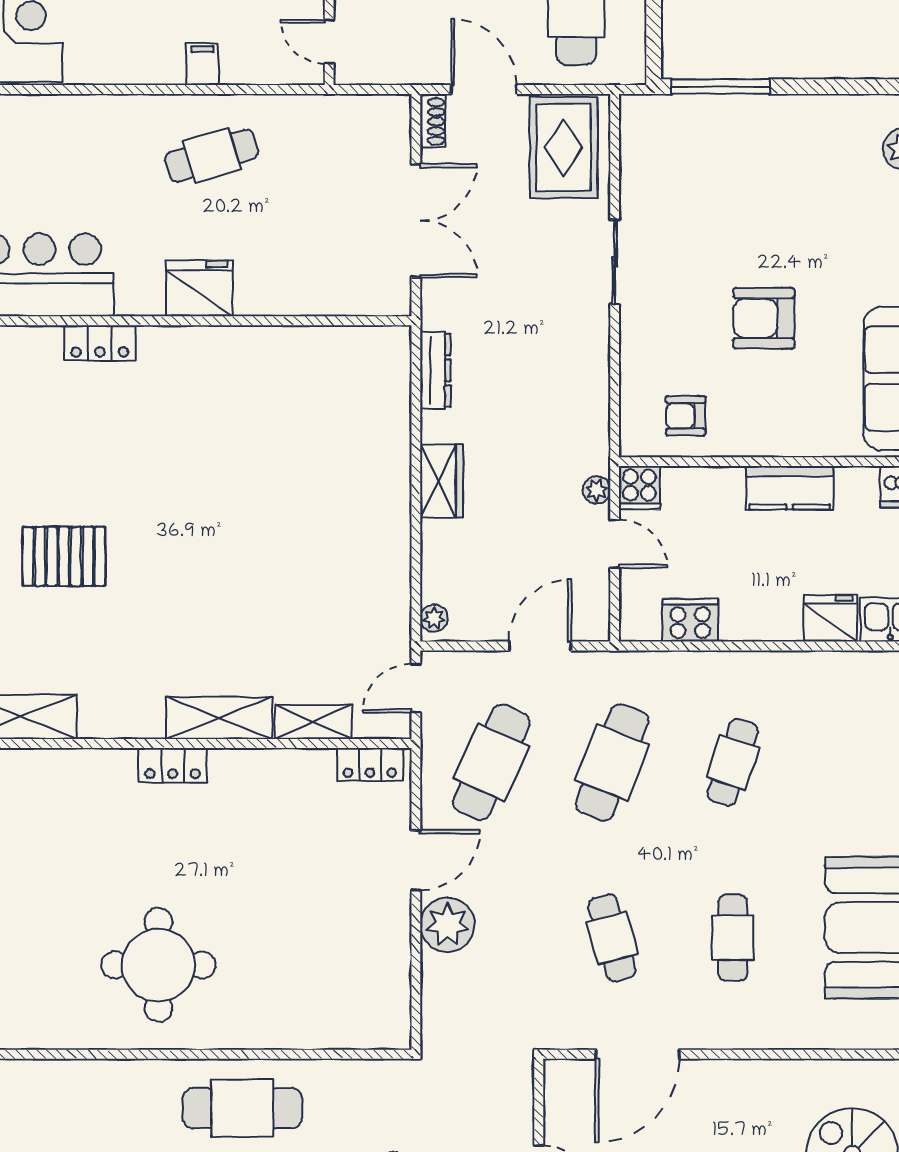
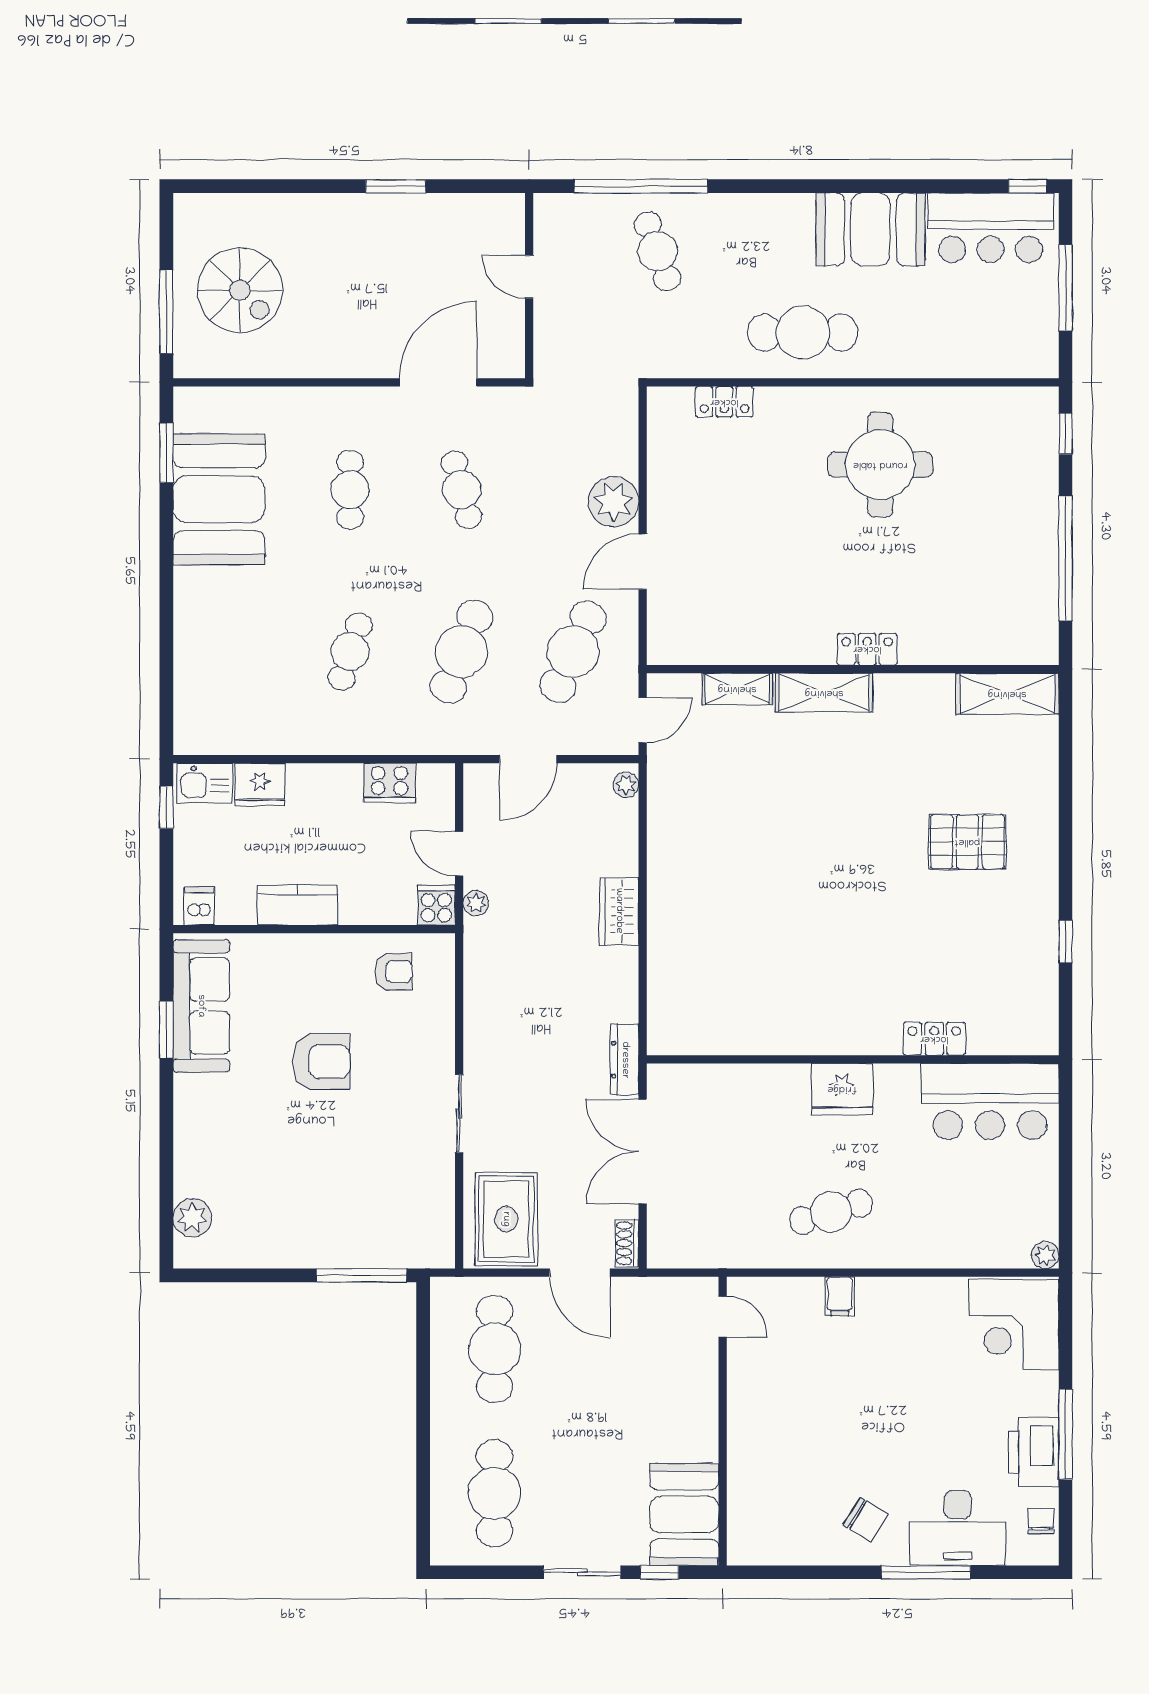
dresser: (435, 370) -> (625, 1060), moved
locker: (370, 764) -> (724, 402), moved, turned 180

